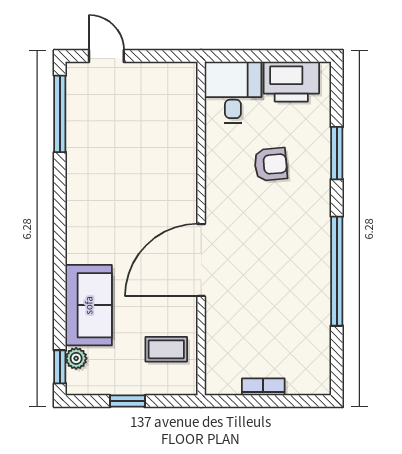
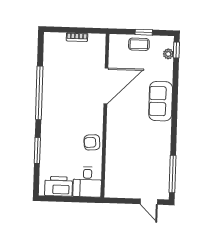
armchair: (271, 164) -> (92, 142), moved
door: (201, 260) -> (106, 86), moved
sofa: (89, 305) -> (161, 101), moved
coffee table: (166, 349) -> (139, 44), moved

